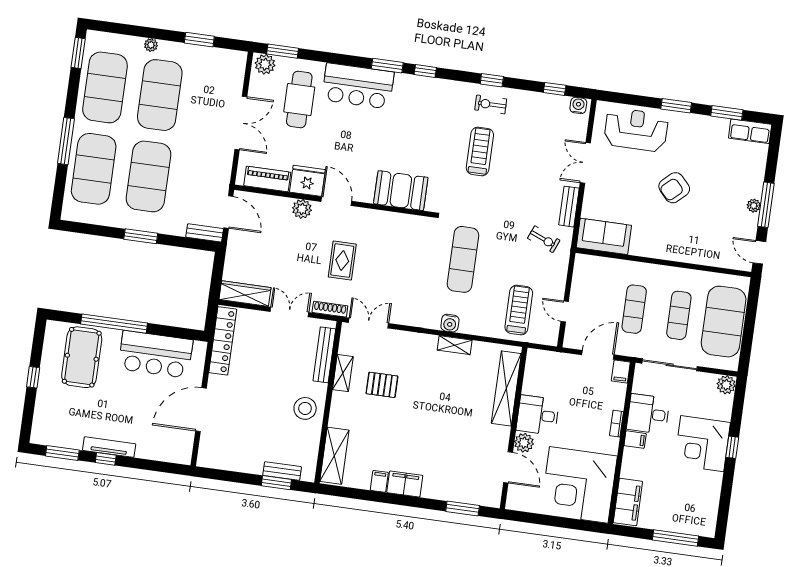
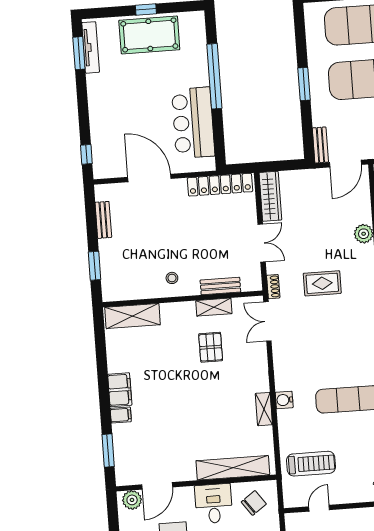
shoe rack: (330, 309) -> (273, 287), width x0.70
double door: (368, 323) -> (267, 321), swing flipped
bench: (324, 355) -> (220, 286), width x0.73
pool table: (82, 357) -> (149, 35), moved
chair: (546, 375) -> (254, 503), added
stool: (305, 408) -> (172, 278), width x0.53, depth x0.53
plant: (524, 443) -> (132, 500), moved
tv unit: (109, 447) -> (91, 47), moved
window: (106, 459) -> (86, 154), moved
bench: (282, 471) -> (103, 220), moved
filing cabinet: (379, 481) -> (121, 415), moved

